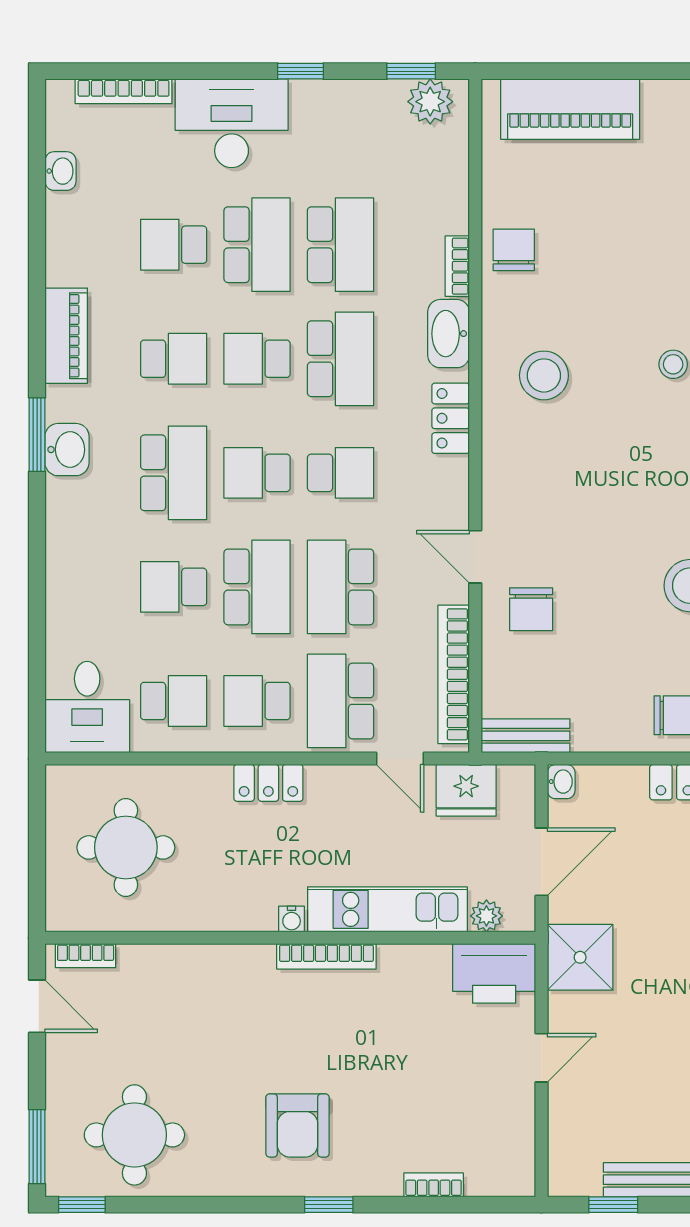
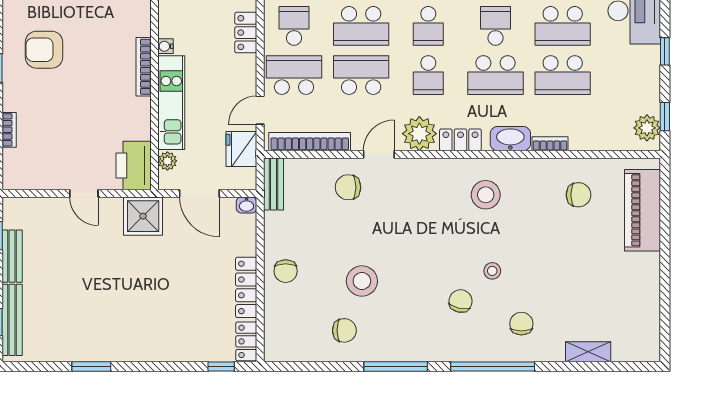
chair: (514, 250) -> (578, 195), moved
school desk: (257, 473) -> (428, 26), turned 180
plant: (440, 488) -> (419, 134), added

